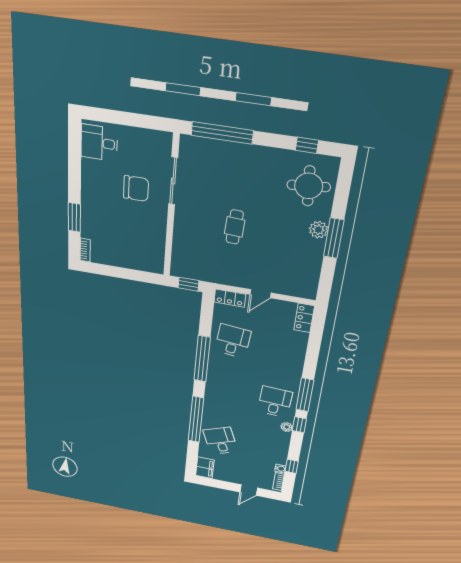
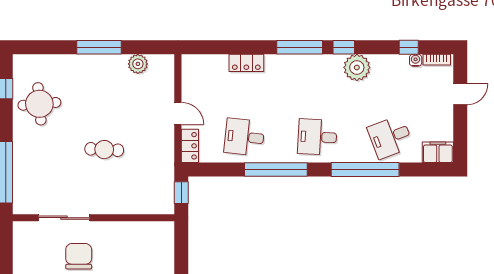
round table: (309, 186) -> (39, 104), moved
plant: (319, 230) -> (138, 64), moved
locker: (304, 318) -> (246, 63), moved
desk: (275, 402) -> (317, 137), moved
plant: (287, 427) -> (357, 67), width x1.87, depth x1.87
door: (249, 490) -> (460, 94), hinge flipped

